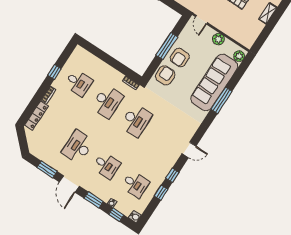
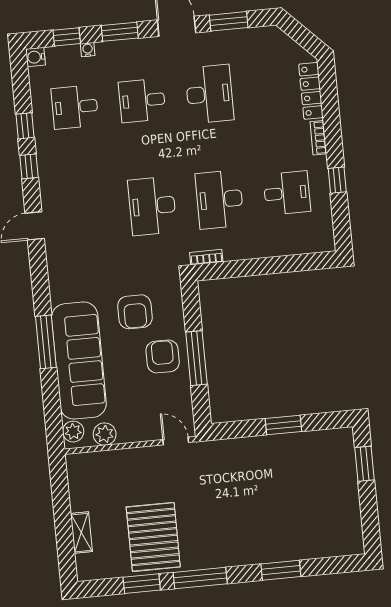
plant: (218, 39) -> (105, 434), moved
armchair: (165, 75) -> (135, 312), moved
desk: (78, 83) -> (287, 193), turned 180

